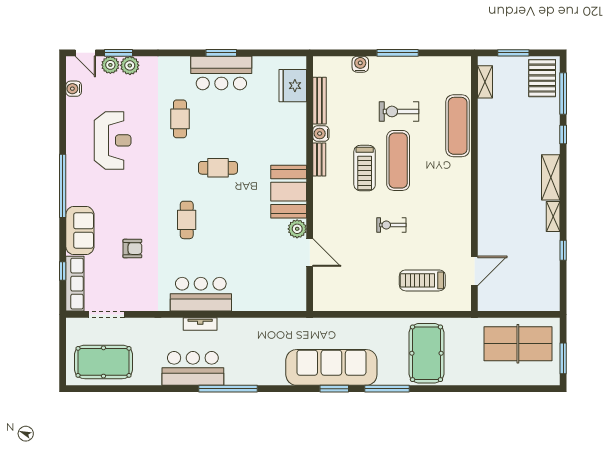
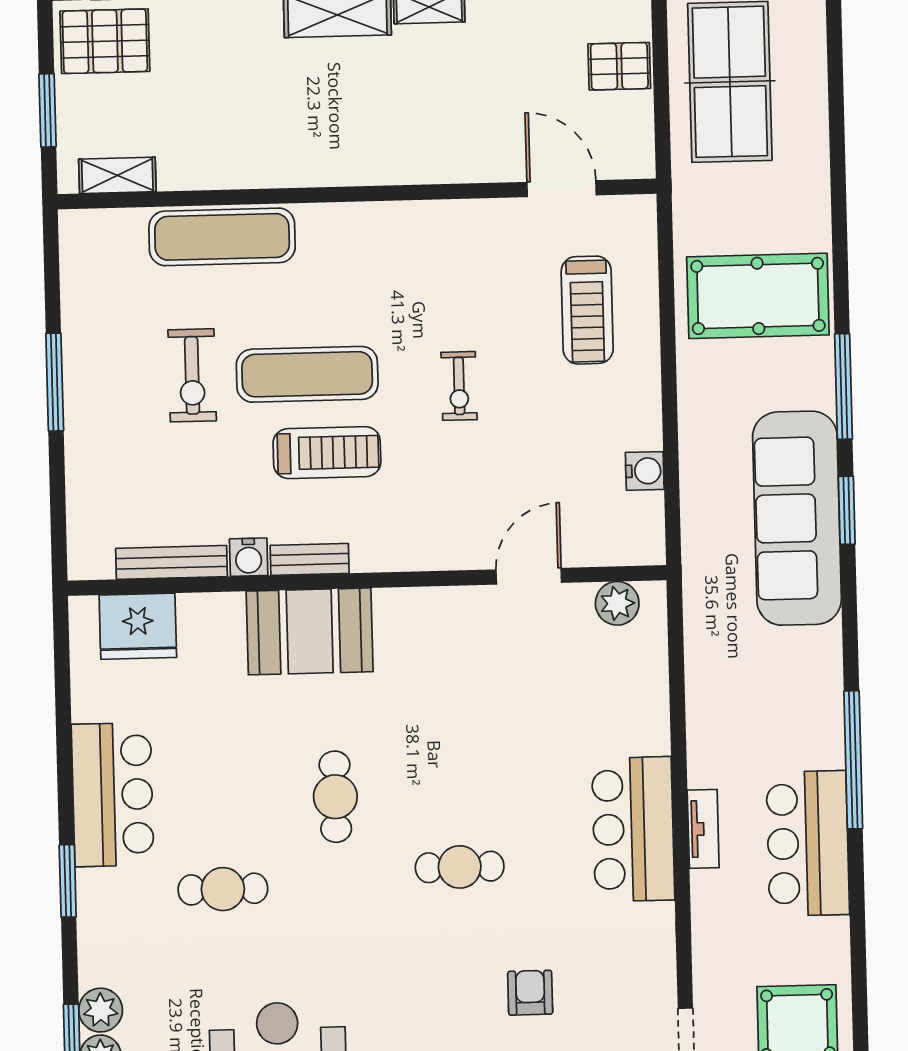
window: (221, 53) -> (68, 881), moved
water cooler: (360, 64) -> (645, 471), moved, turned 180
booth: (289, 192) -> (310, 631), moved
plant: (297, 229) -> (617, 603), moved
pallet: (526, 297) -> (619, 66), added

